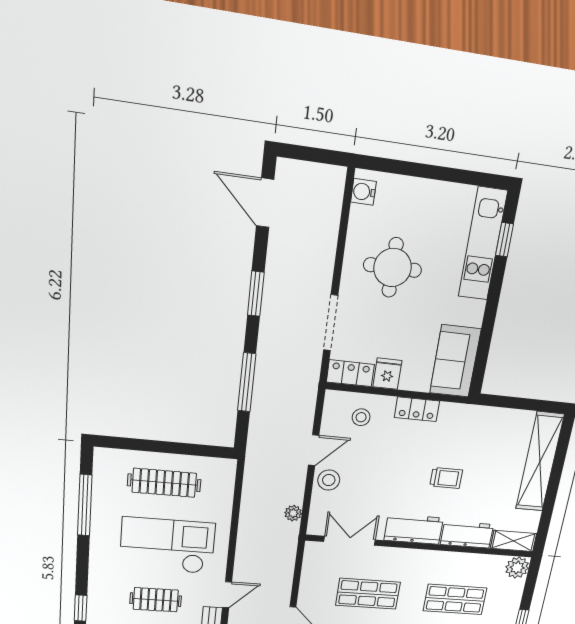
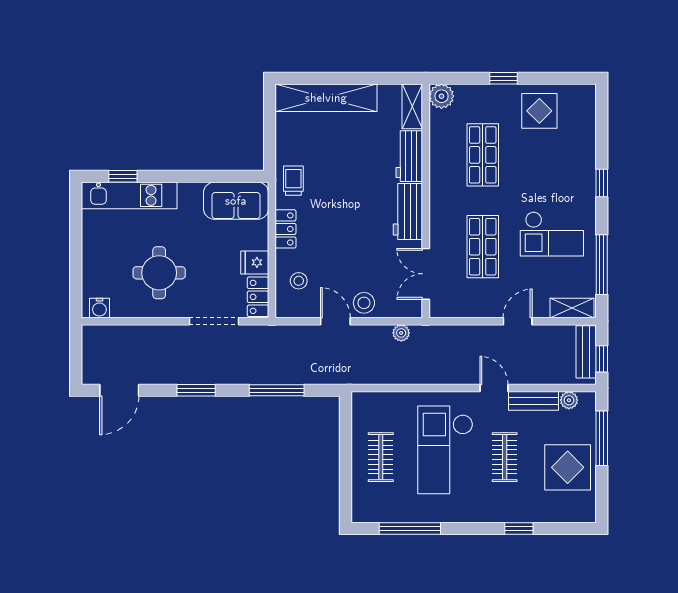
trolley: (446, 478) -> (293, 181), moved
clothes rail: (164, 483) -> (381, 457), width x0.73

